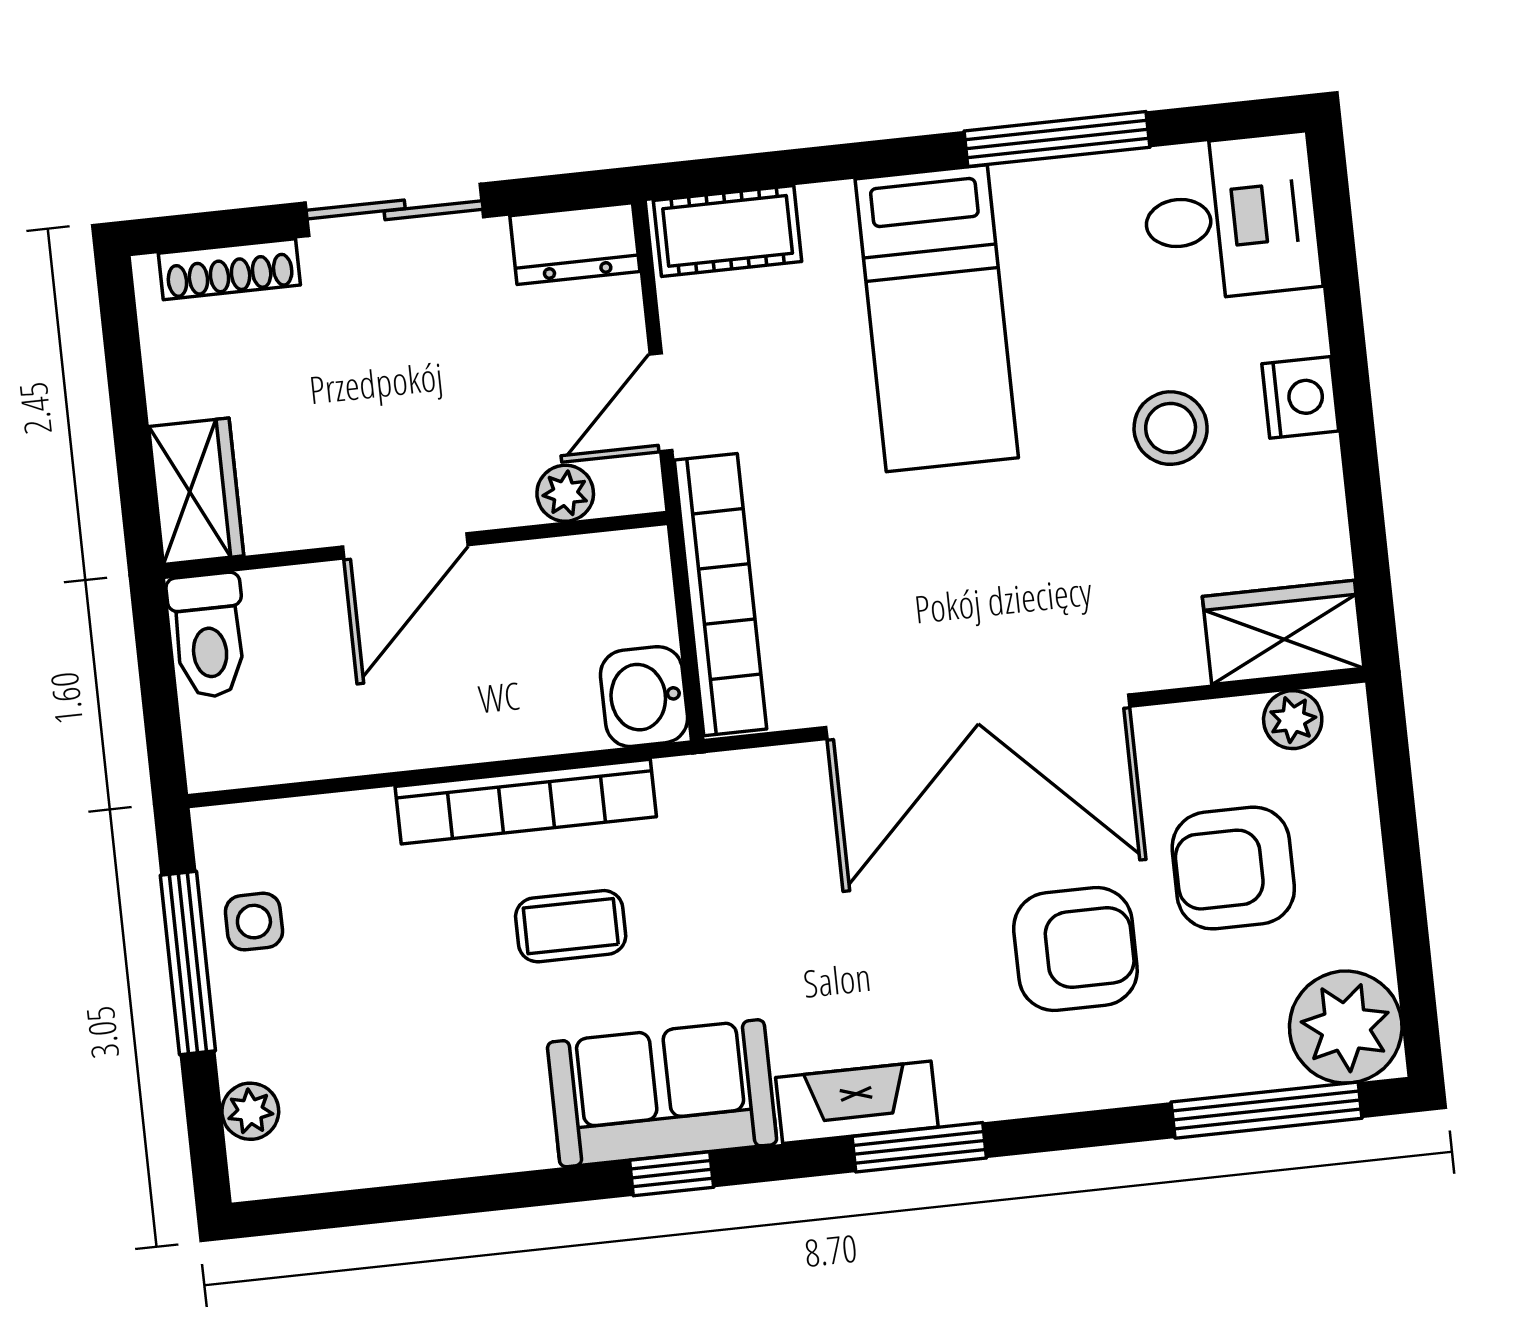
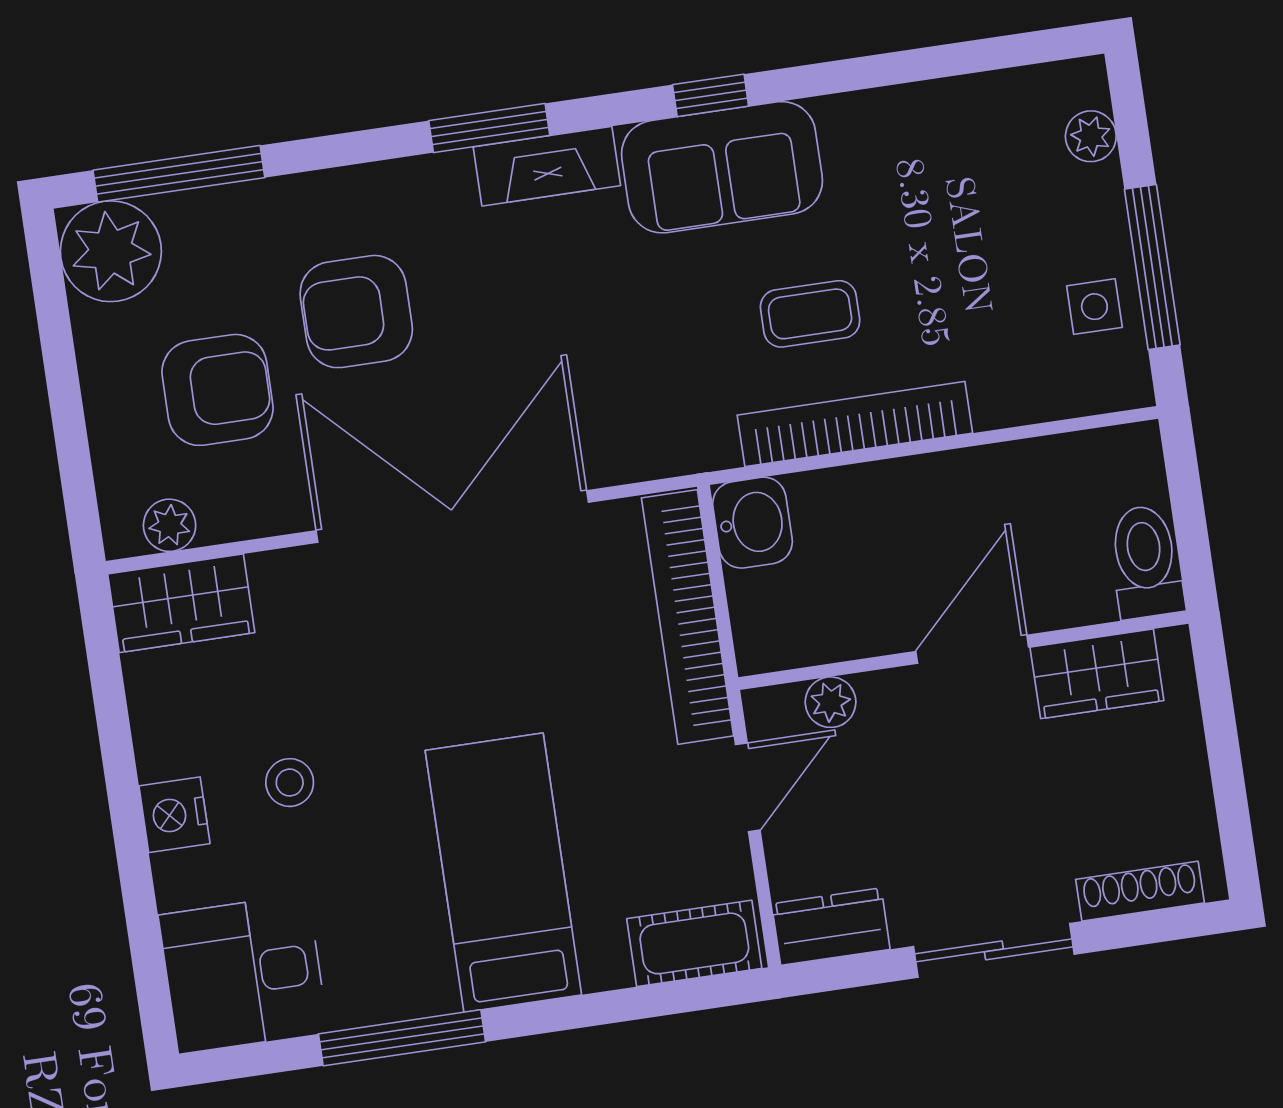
stool: (1171, 428) -> (290, 783), width x0.73, depth x0.73
wardrobe: (196, 491) -> (1097, 674), moved, turned -90

